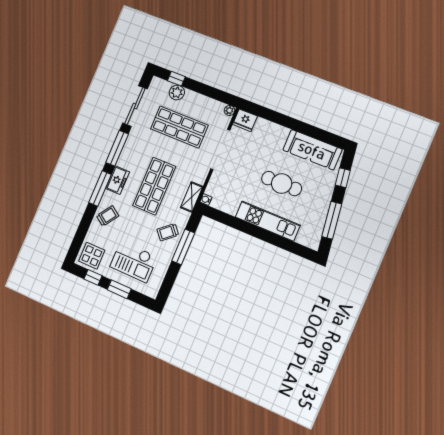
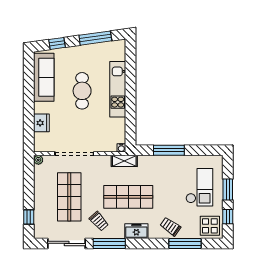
plant: (177, 93) -> (41, 212), removed
fridge: (245, 120) -> (41, 123), moved
window: (100, 189) -> (185, 243), moved
trolley: (168, 232) -> (99, 221), moved

